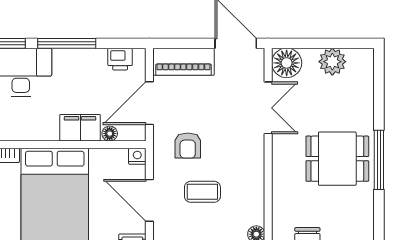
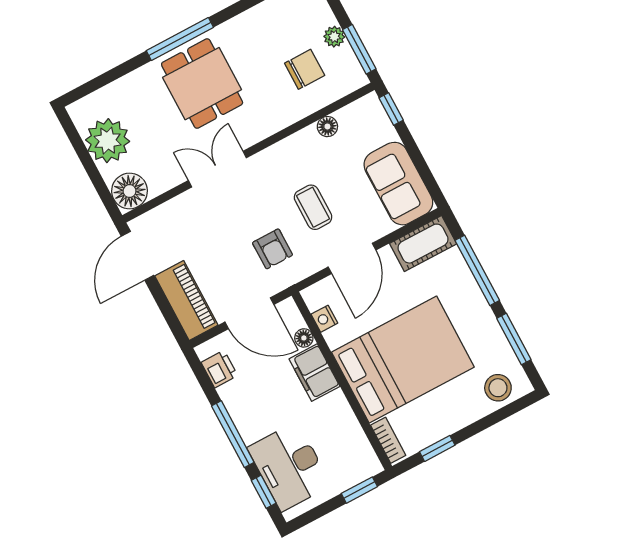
plant: (332, 62) -> (108, 141), width x1.36, depth x1.36
double door: (268, 108) -> (217, 169), moved
armchair: (188, 146) -> (272, 249), turned 90
nightstand: (137, 156) -> (324, 319), moved

